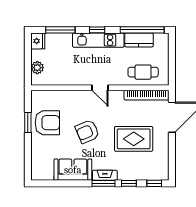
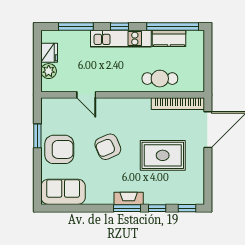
fridge: (38, 41) -> (49, 53), moved
cafe table: (143, 72) -> (160, 79), moved
door: (100, 88) -> (86, 95), moved
armchair: (47, 123) -> (59, 149), moved
sofa: (73, 170) -> (63, 192), moved

